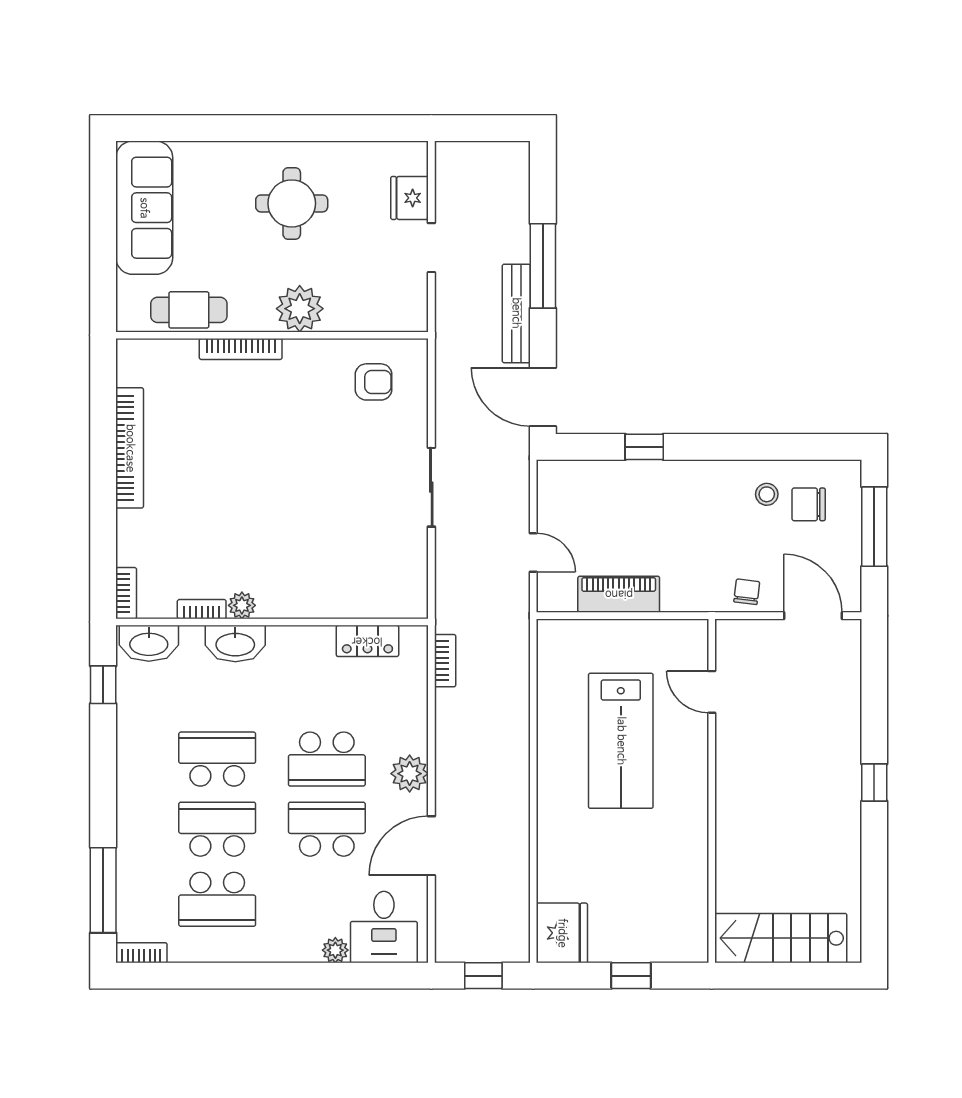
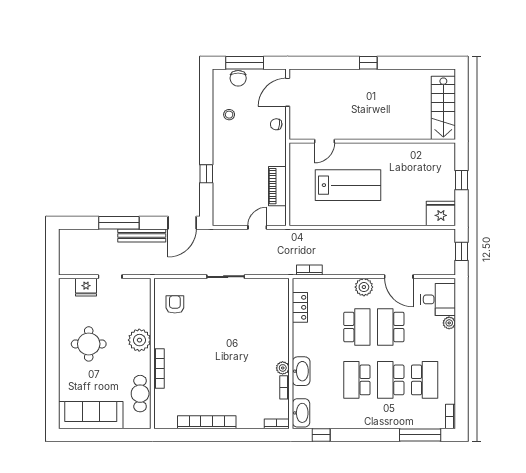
chair: (809, 504) -> (238, 78), moved

